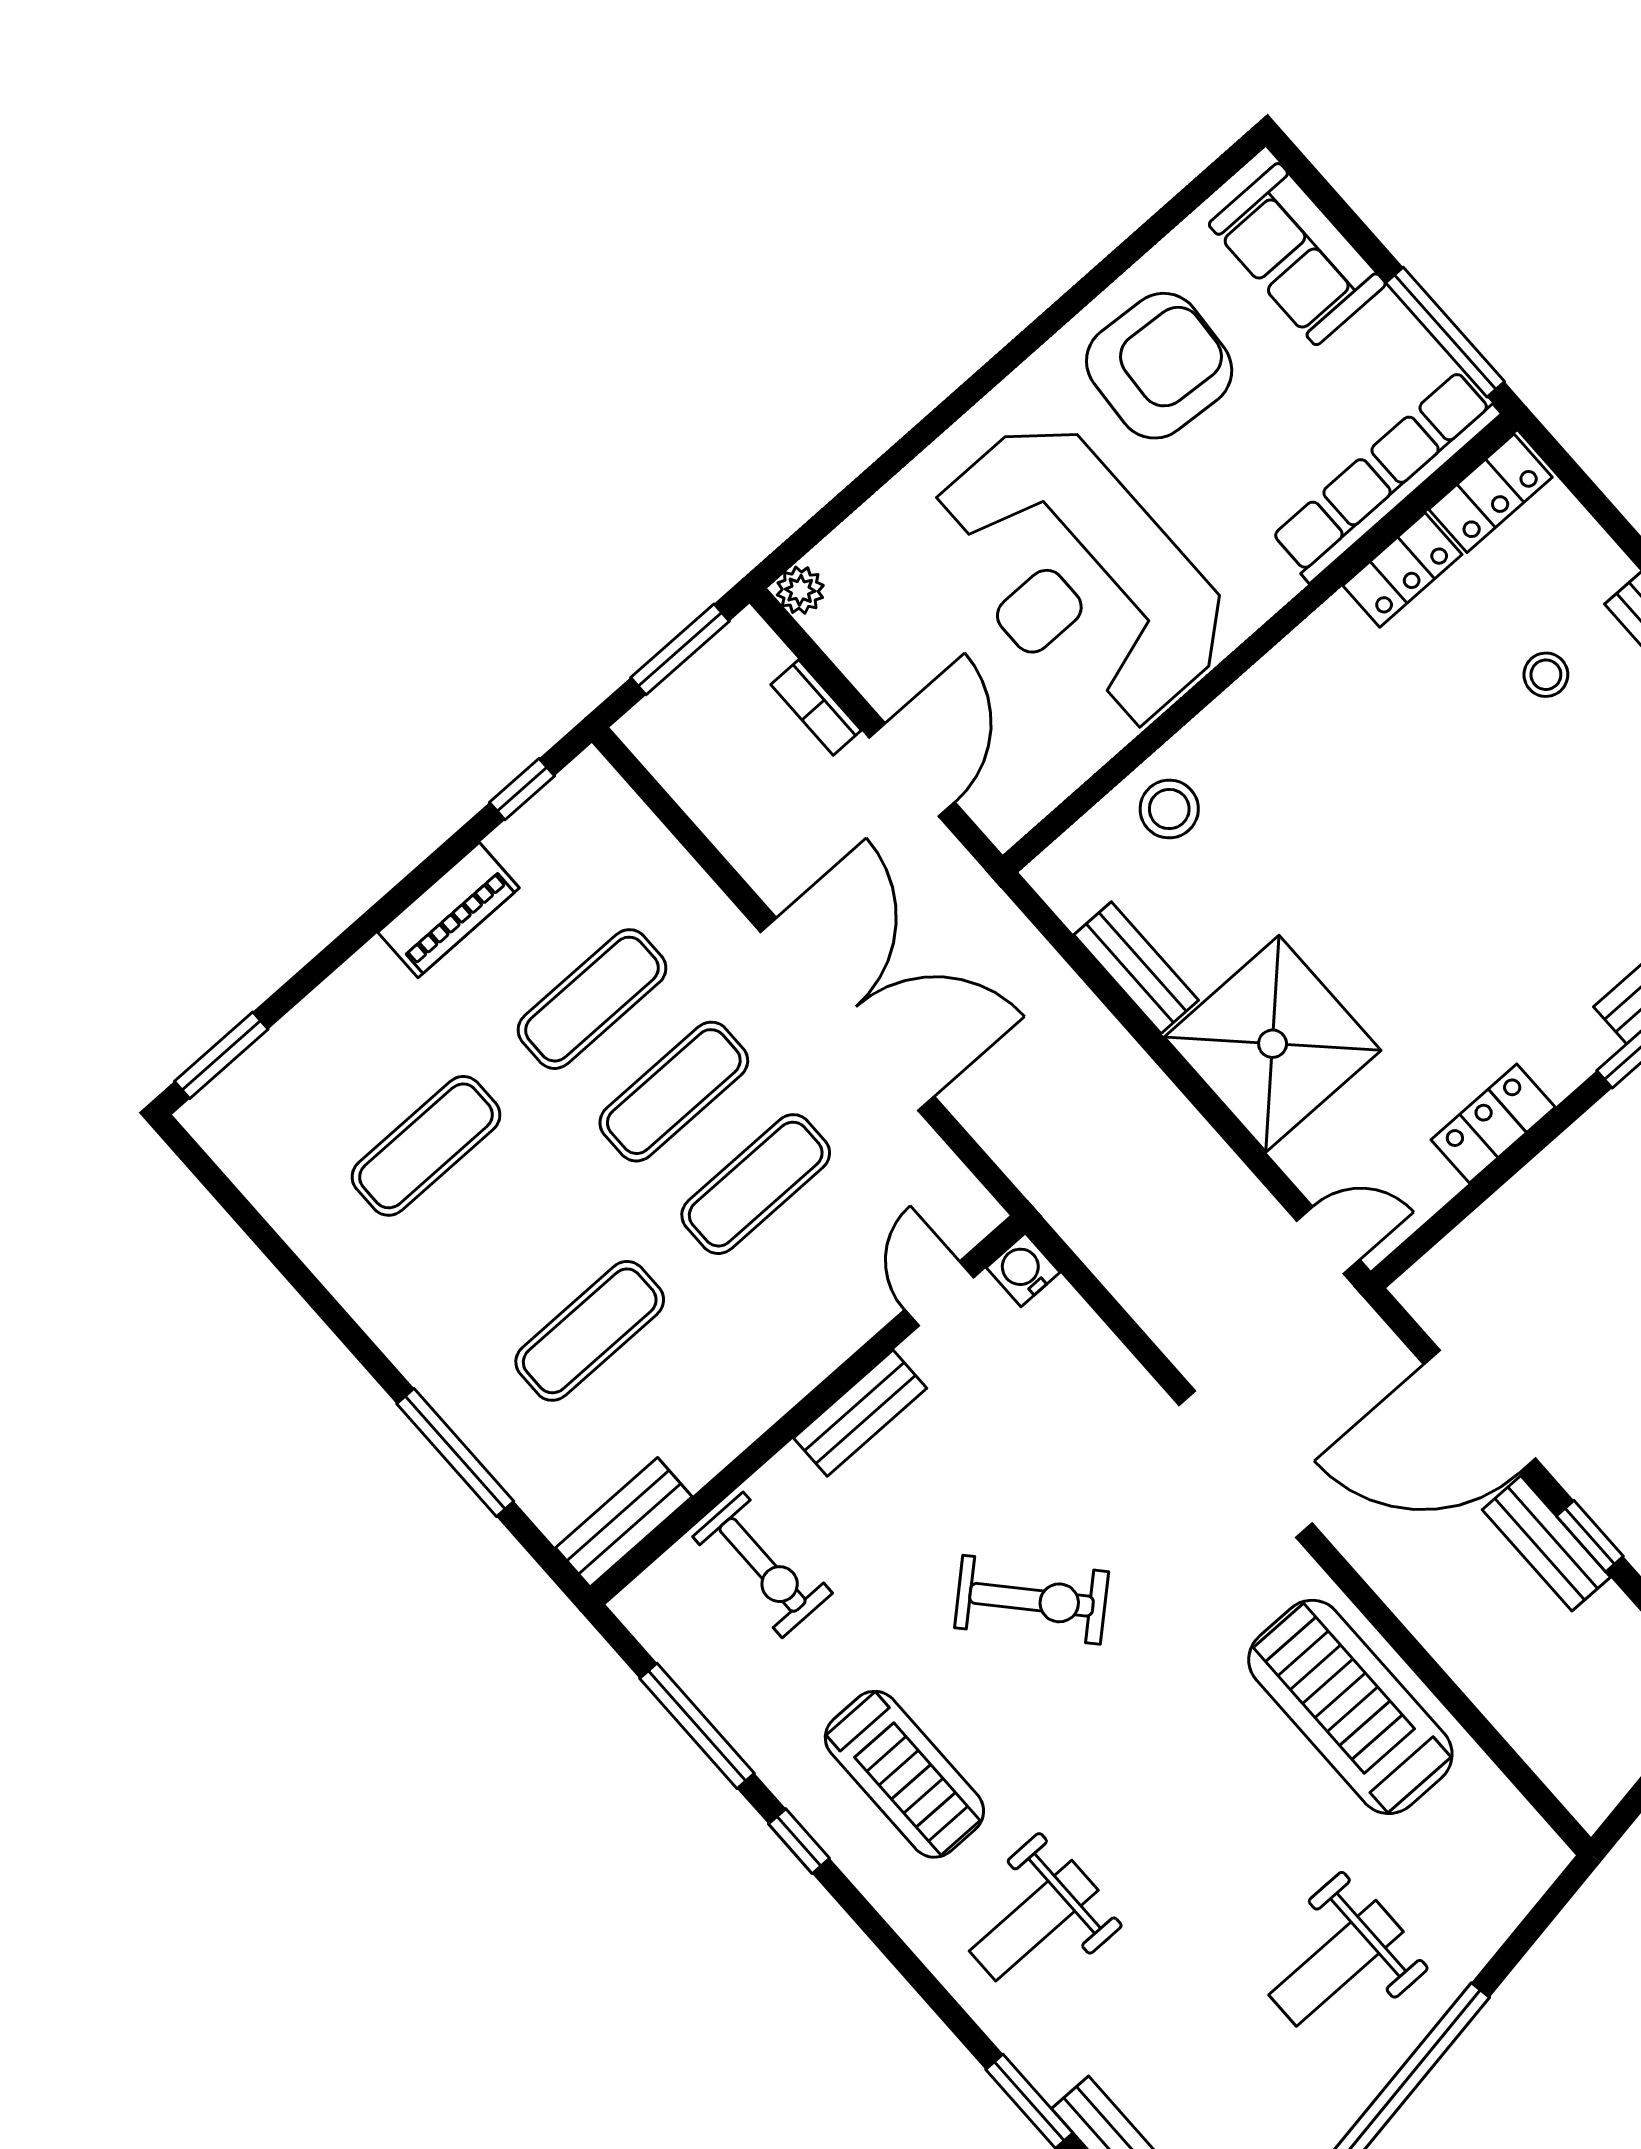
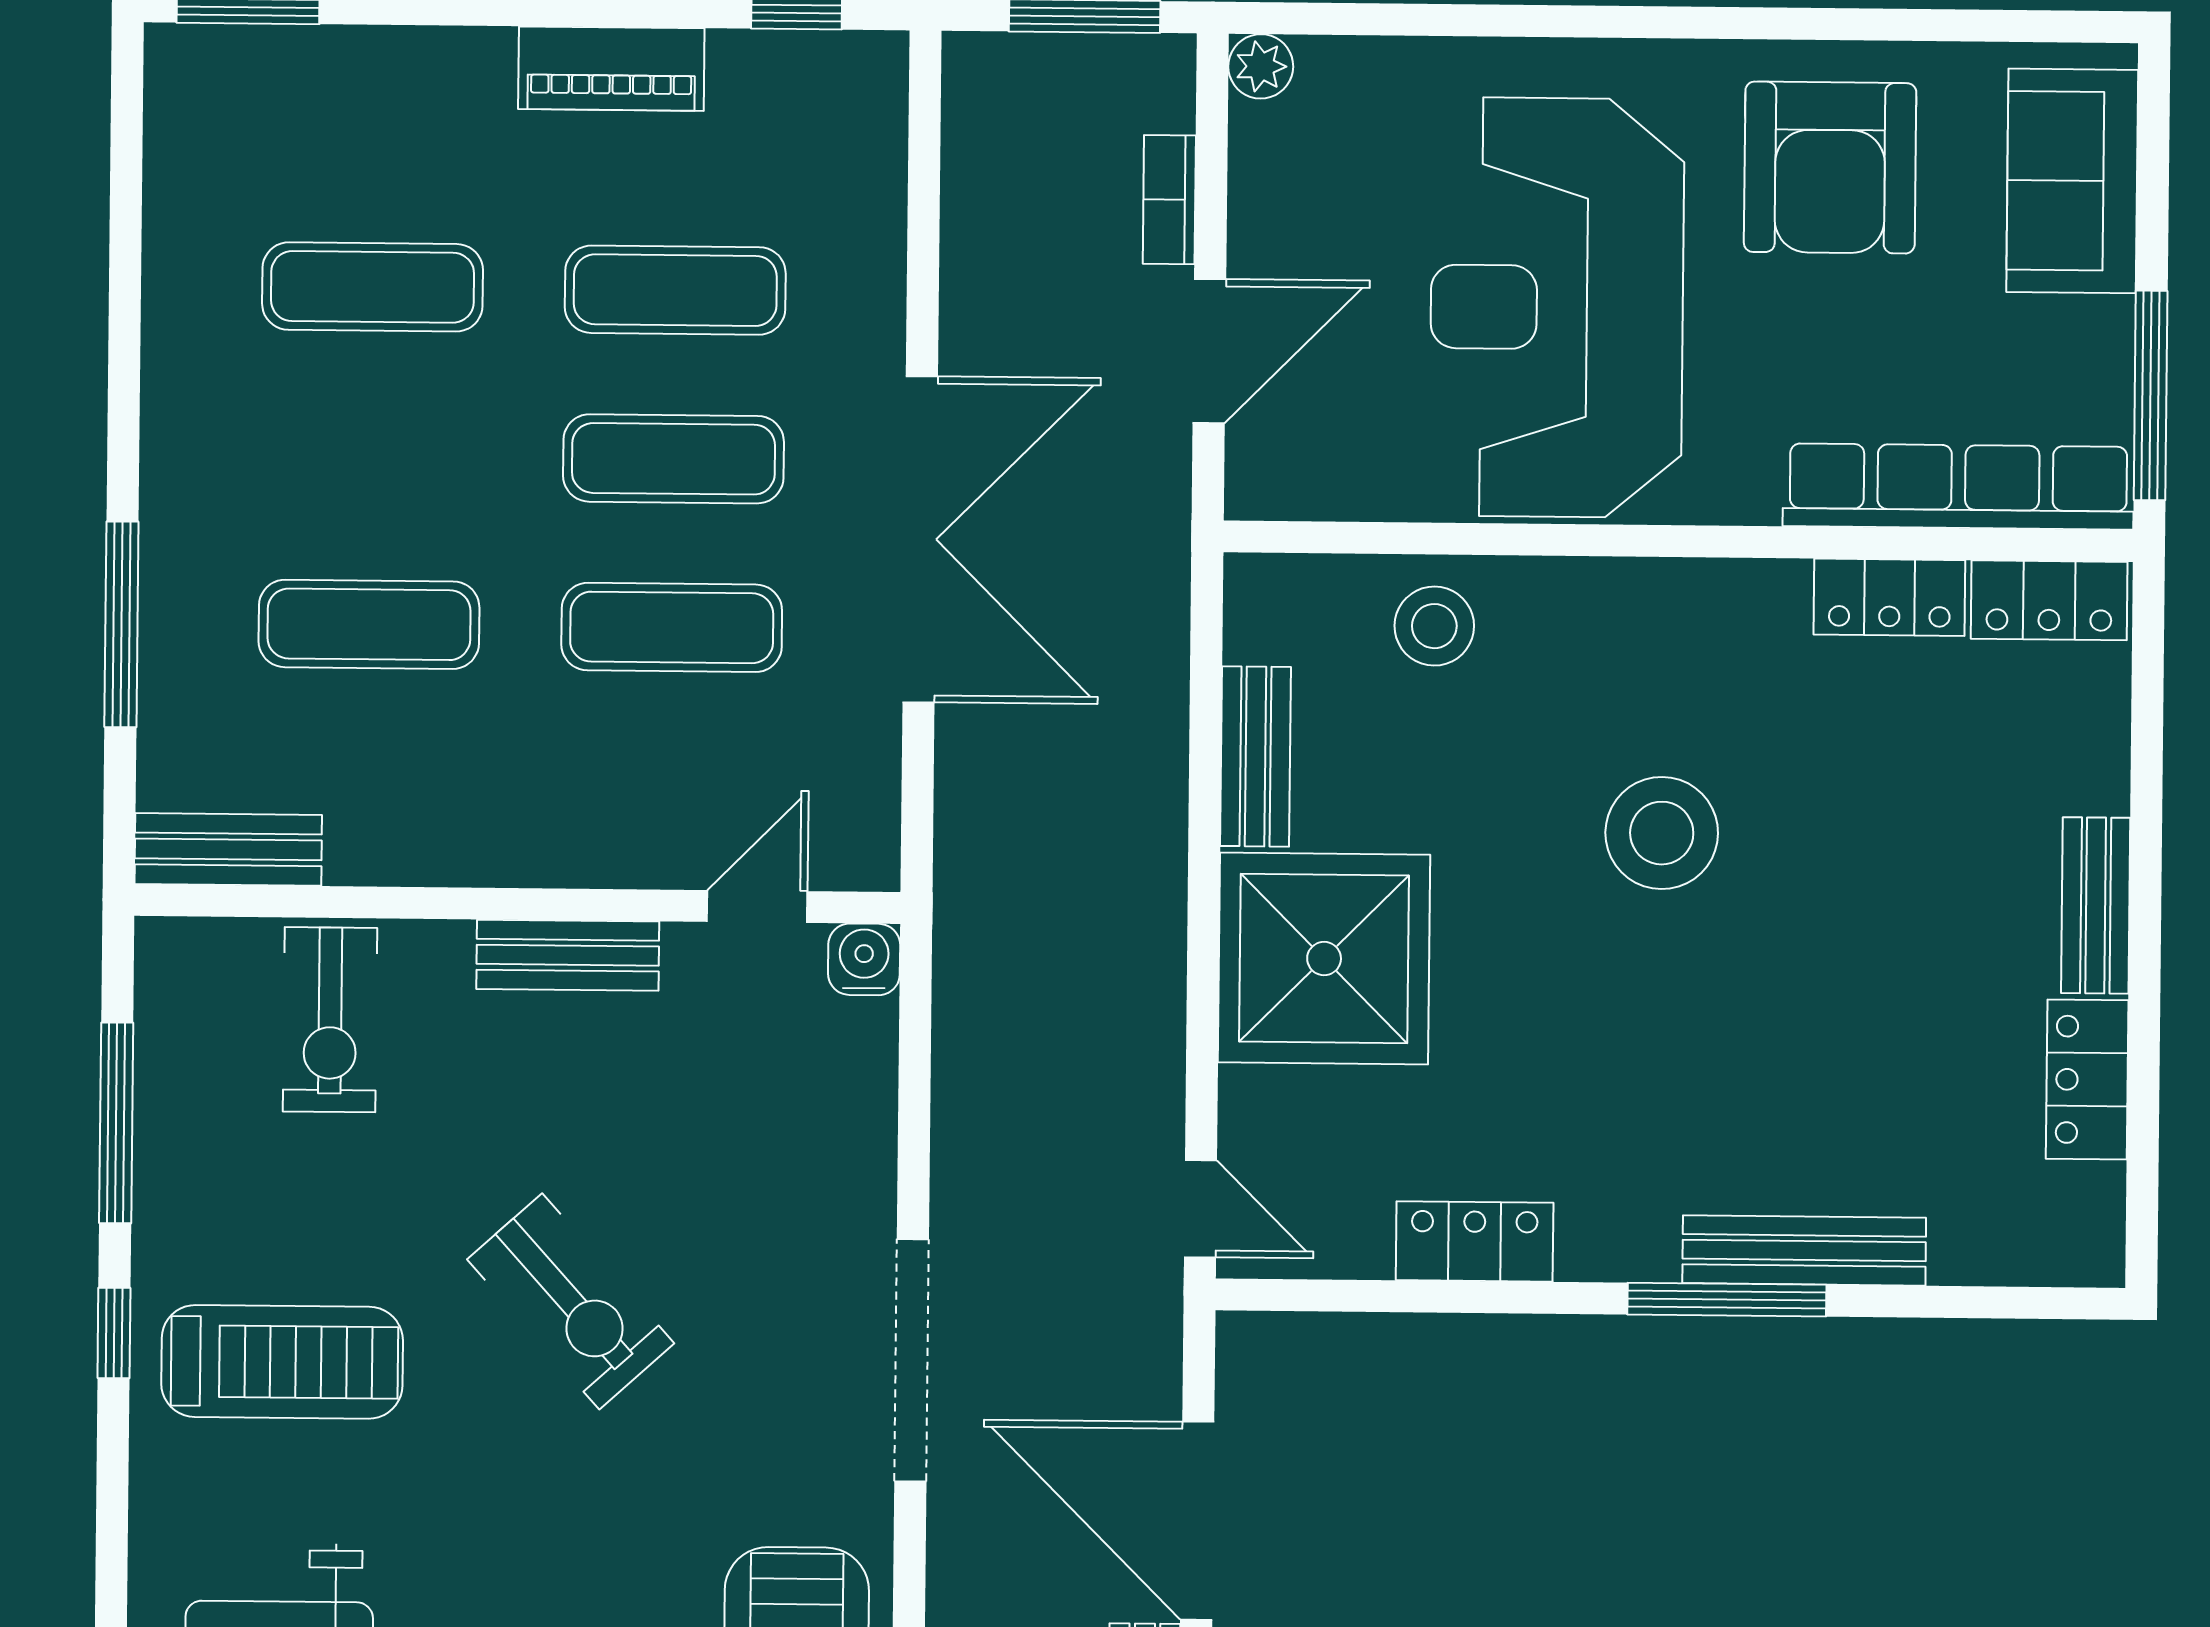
armchair: (1159, 366) -> (1830, 168), turned 86
stool: (1546, 675) -> (1662, 833), moved, width x1.89, depth x1.89
treadmill: (904, 1774) -> (282, 1362), turned -90

